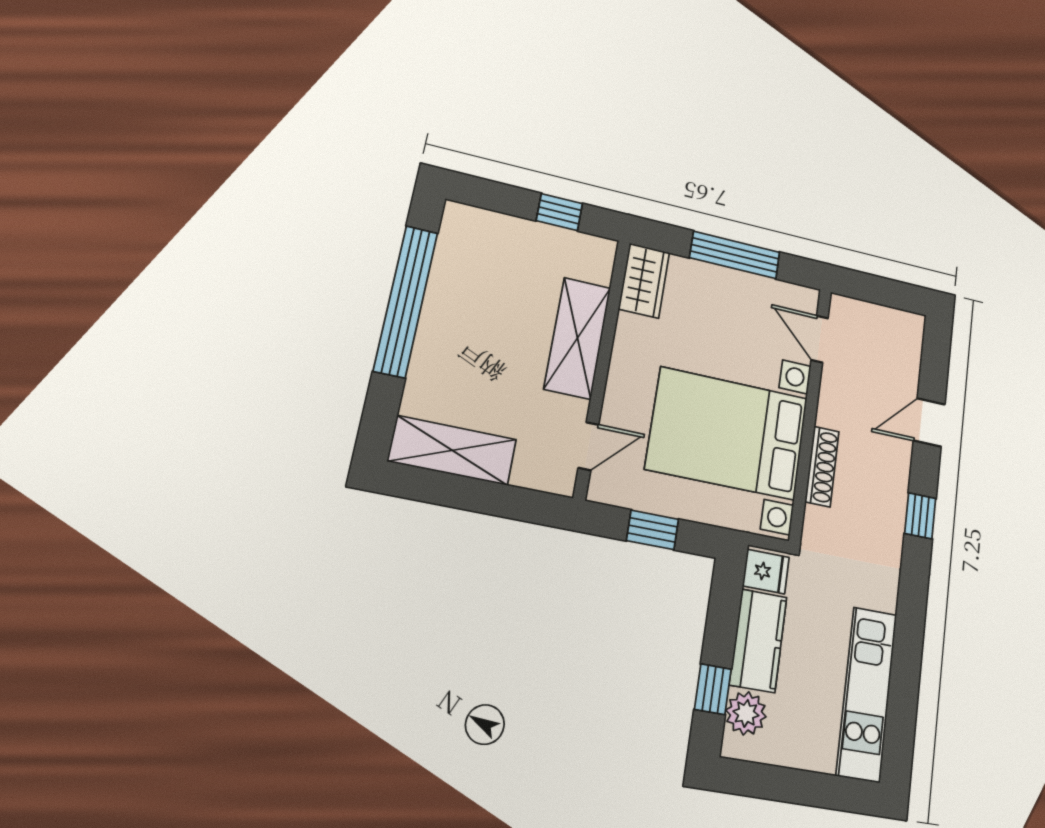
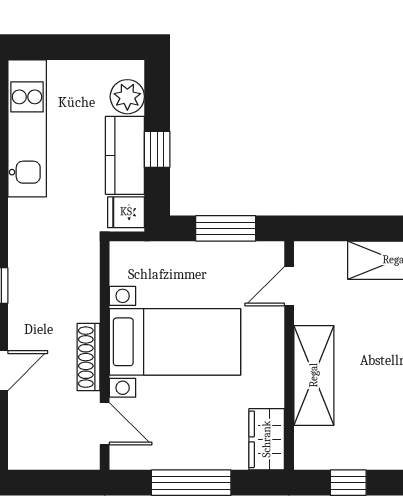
bed with nightstands: (727, 433) -> (175, 342), width x0.73
shoe rack: (822, 466) -> (89, 357), moved
window: (653, 530) -> (226, 228), width x1.50
window: (713, 689) -> (157, 149), moved

